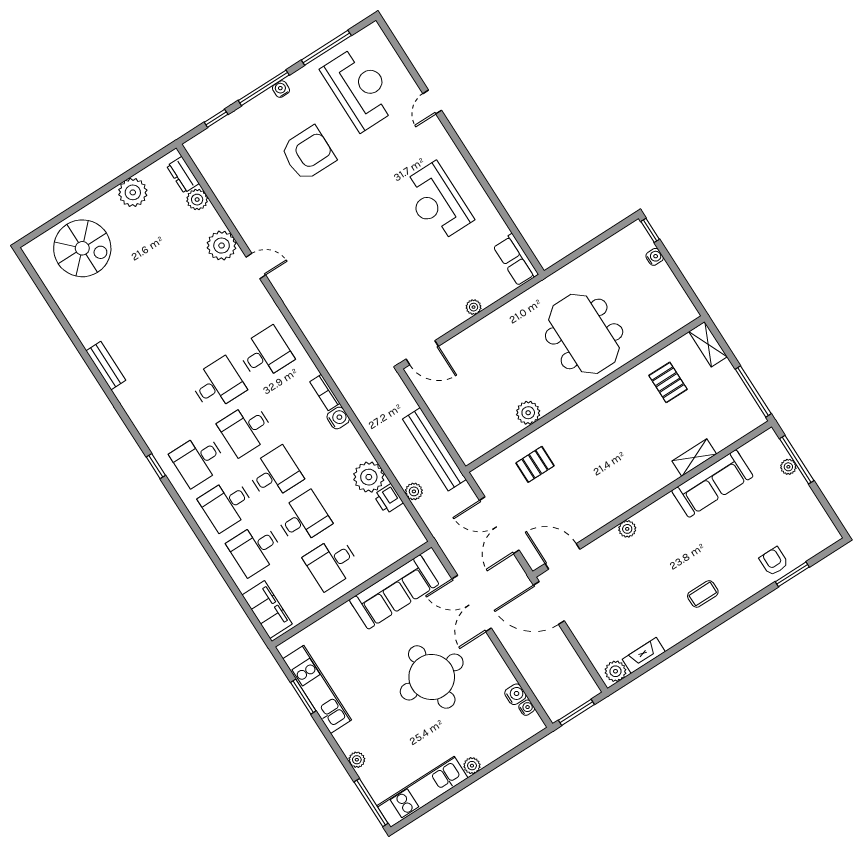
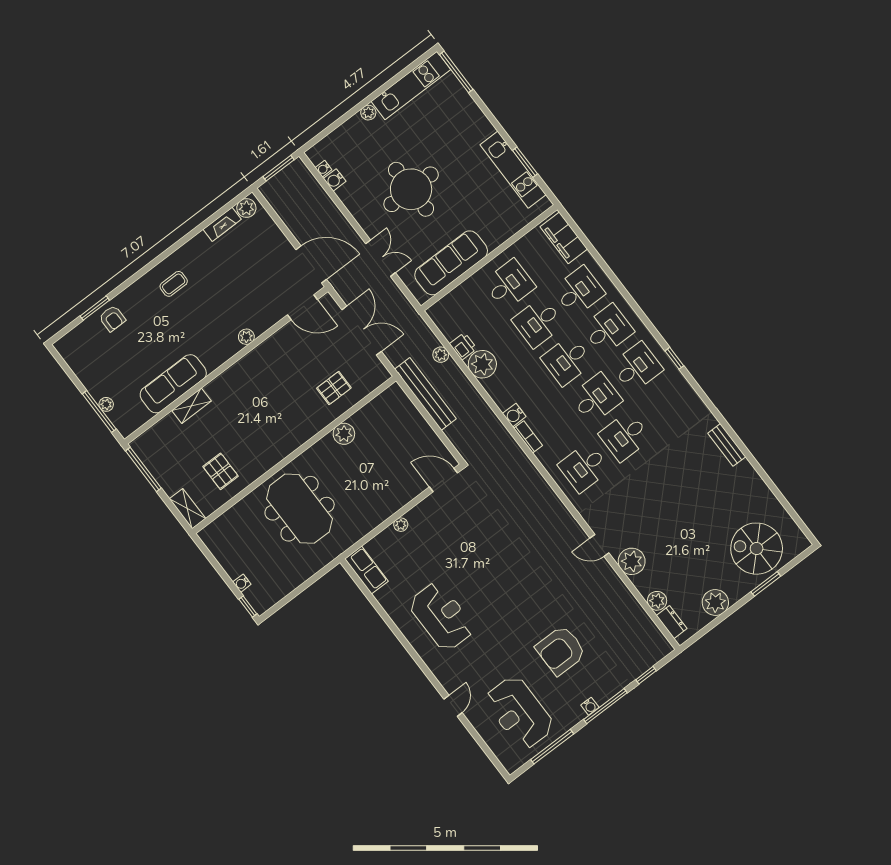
window: (75, 208) -> (766, 584), added
double door: (472, 604) -> (381, 258), width x0.73
plant: (357, 760) -> (472, 109), removed

